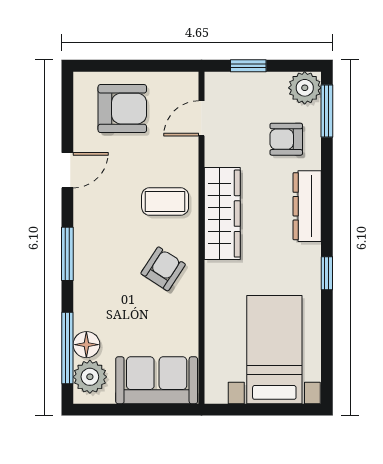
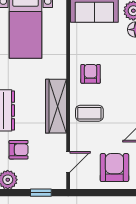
armchair: (122, 109) -> (114, 168), turned 90
armchair: (163, 269) -> (91, 74), turned 147

